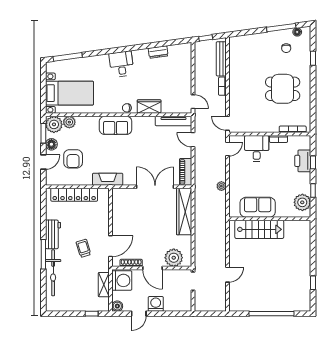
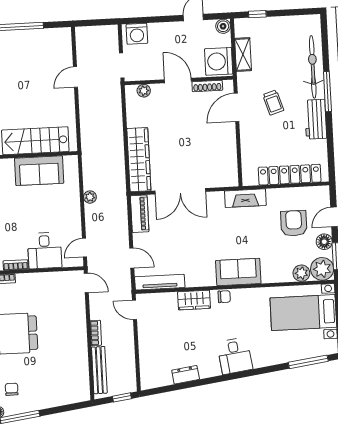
plant: (174, 258) -> (144, 91), width x0.53, depth x0.53
washing machine: (156, 304) -> (137, 34), moved

